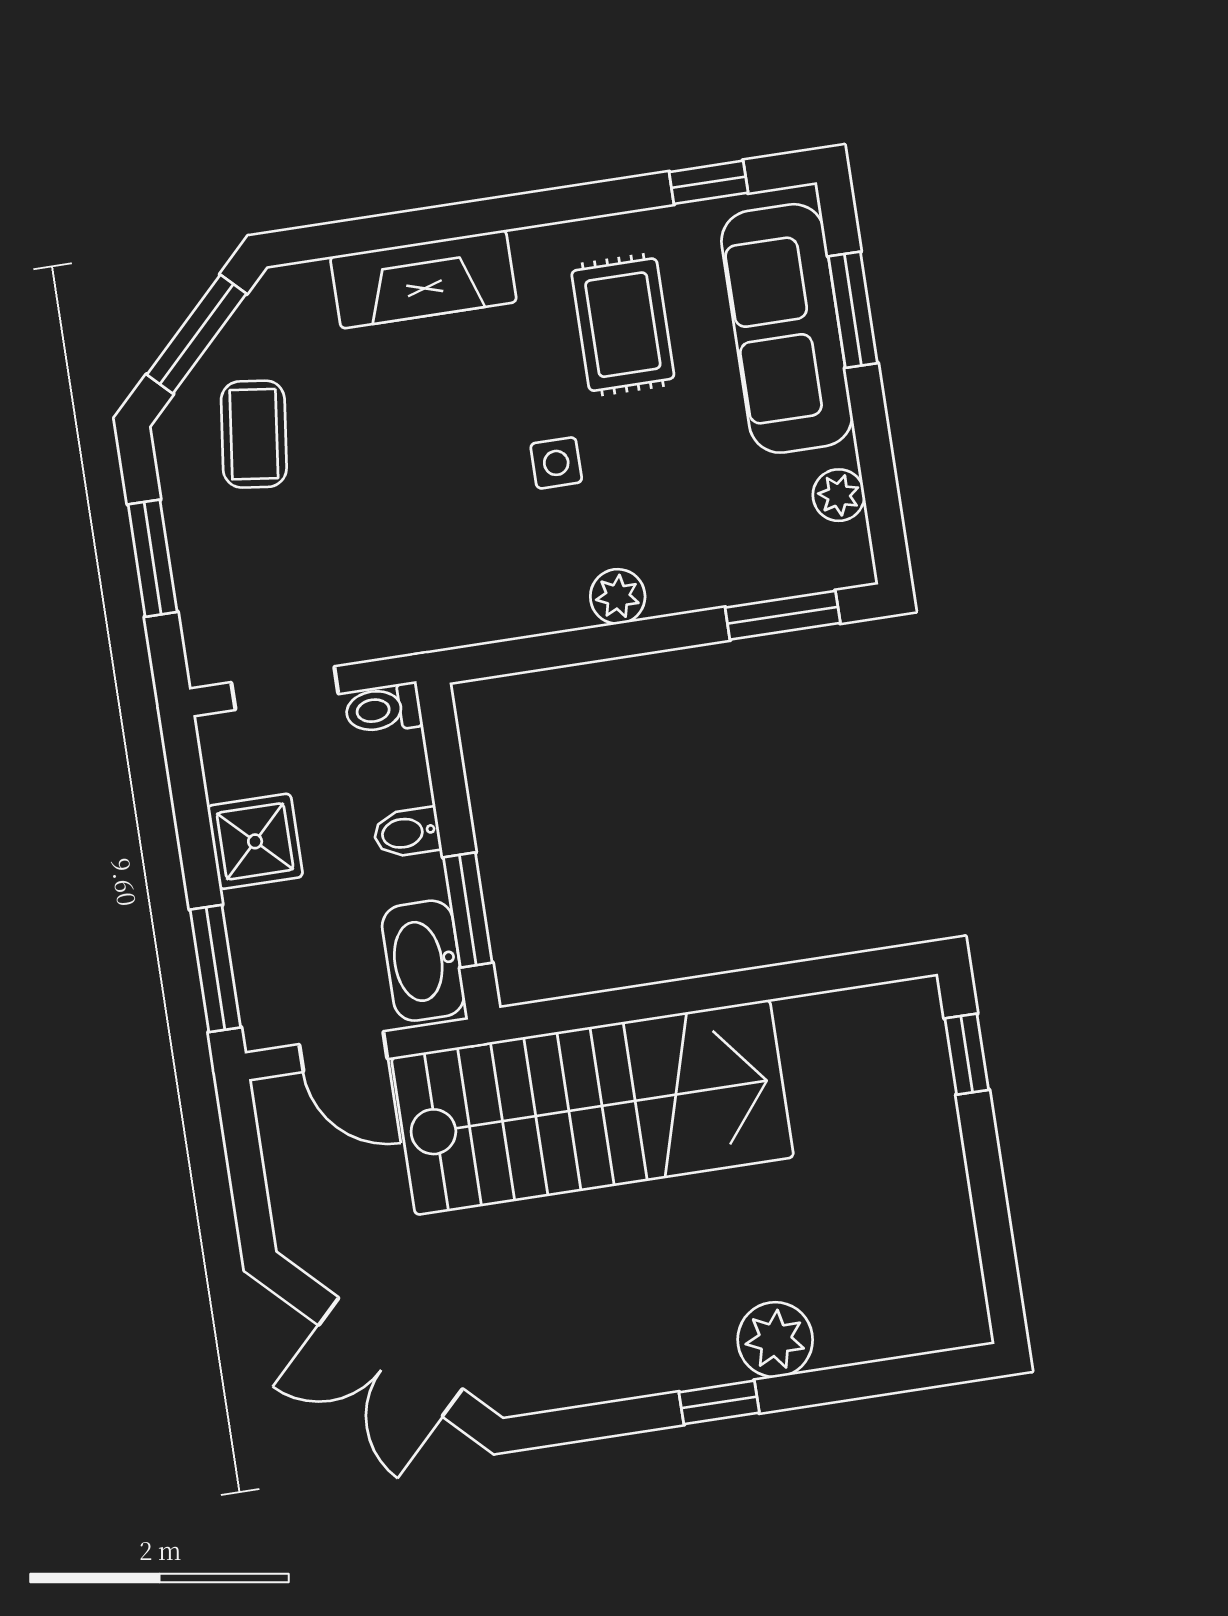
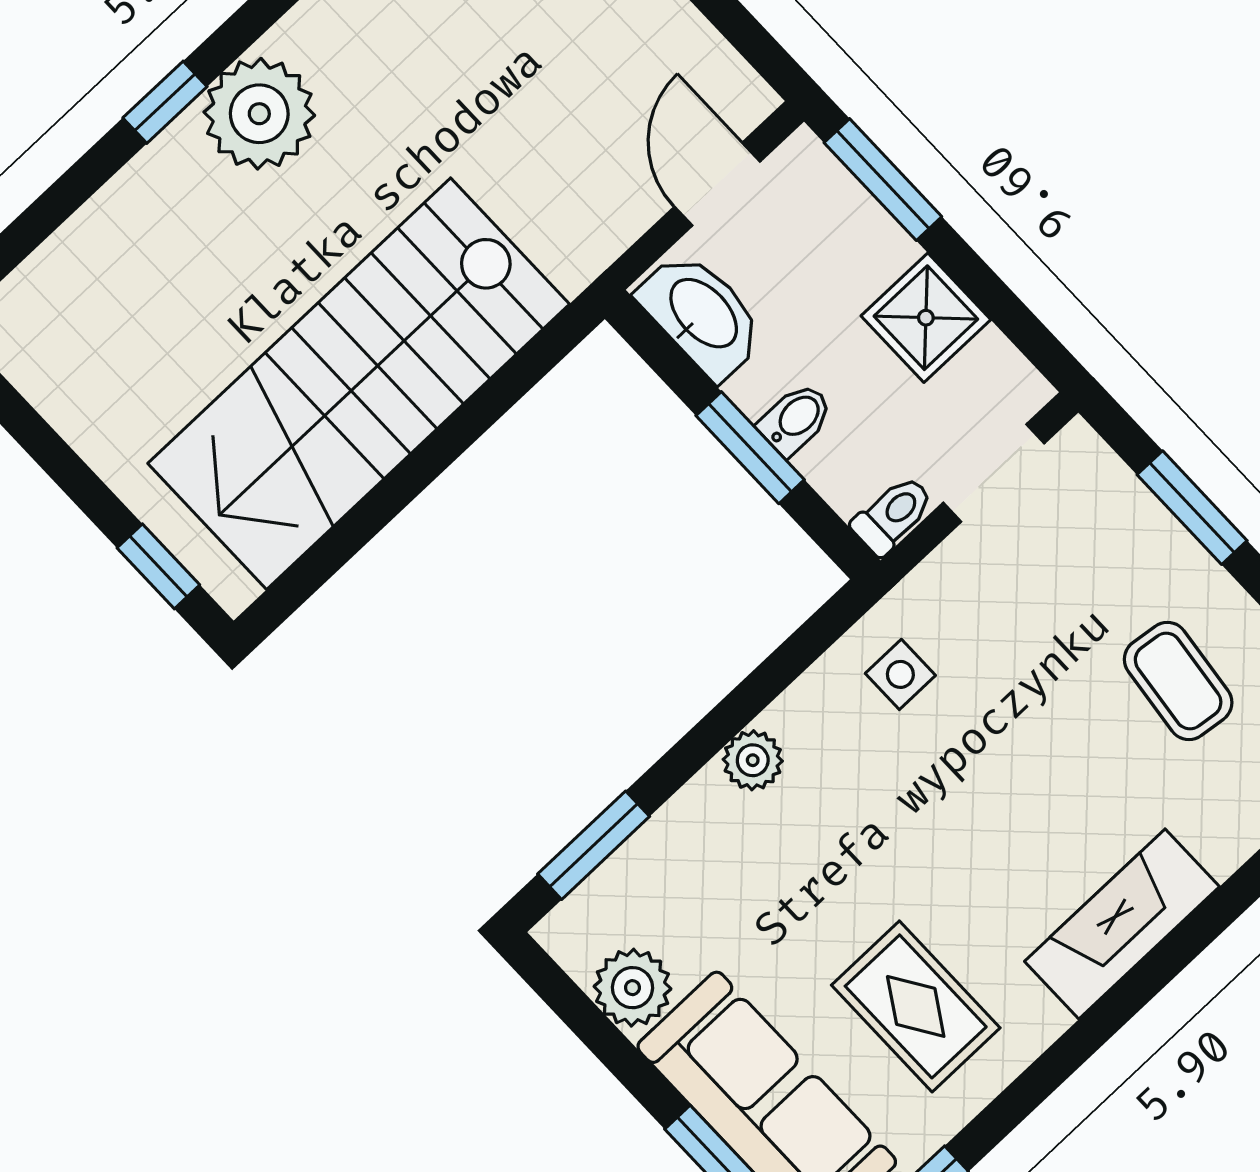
side table: (556, 463) -> (900, 674), moved
plant: (839, 495) -> (632, 988), width x1.38, depth x1.38
window: (468, 910) -> (750, 448), moved
door: (343, 1052) -> (717, 184), hinge flipped
stairs: (593, 1107) -> (359, 384), moved
plant: (775, 1340) -> (259, 114), moved, width x1.36, depth x1.36

